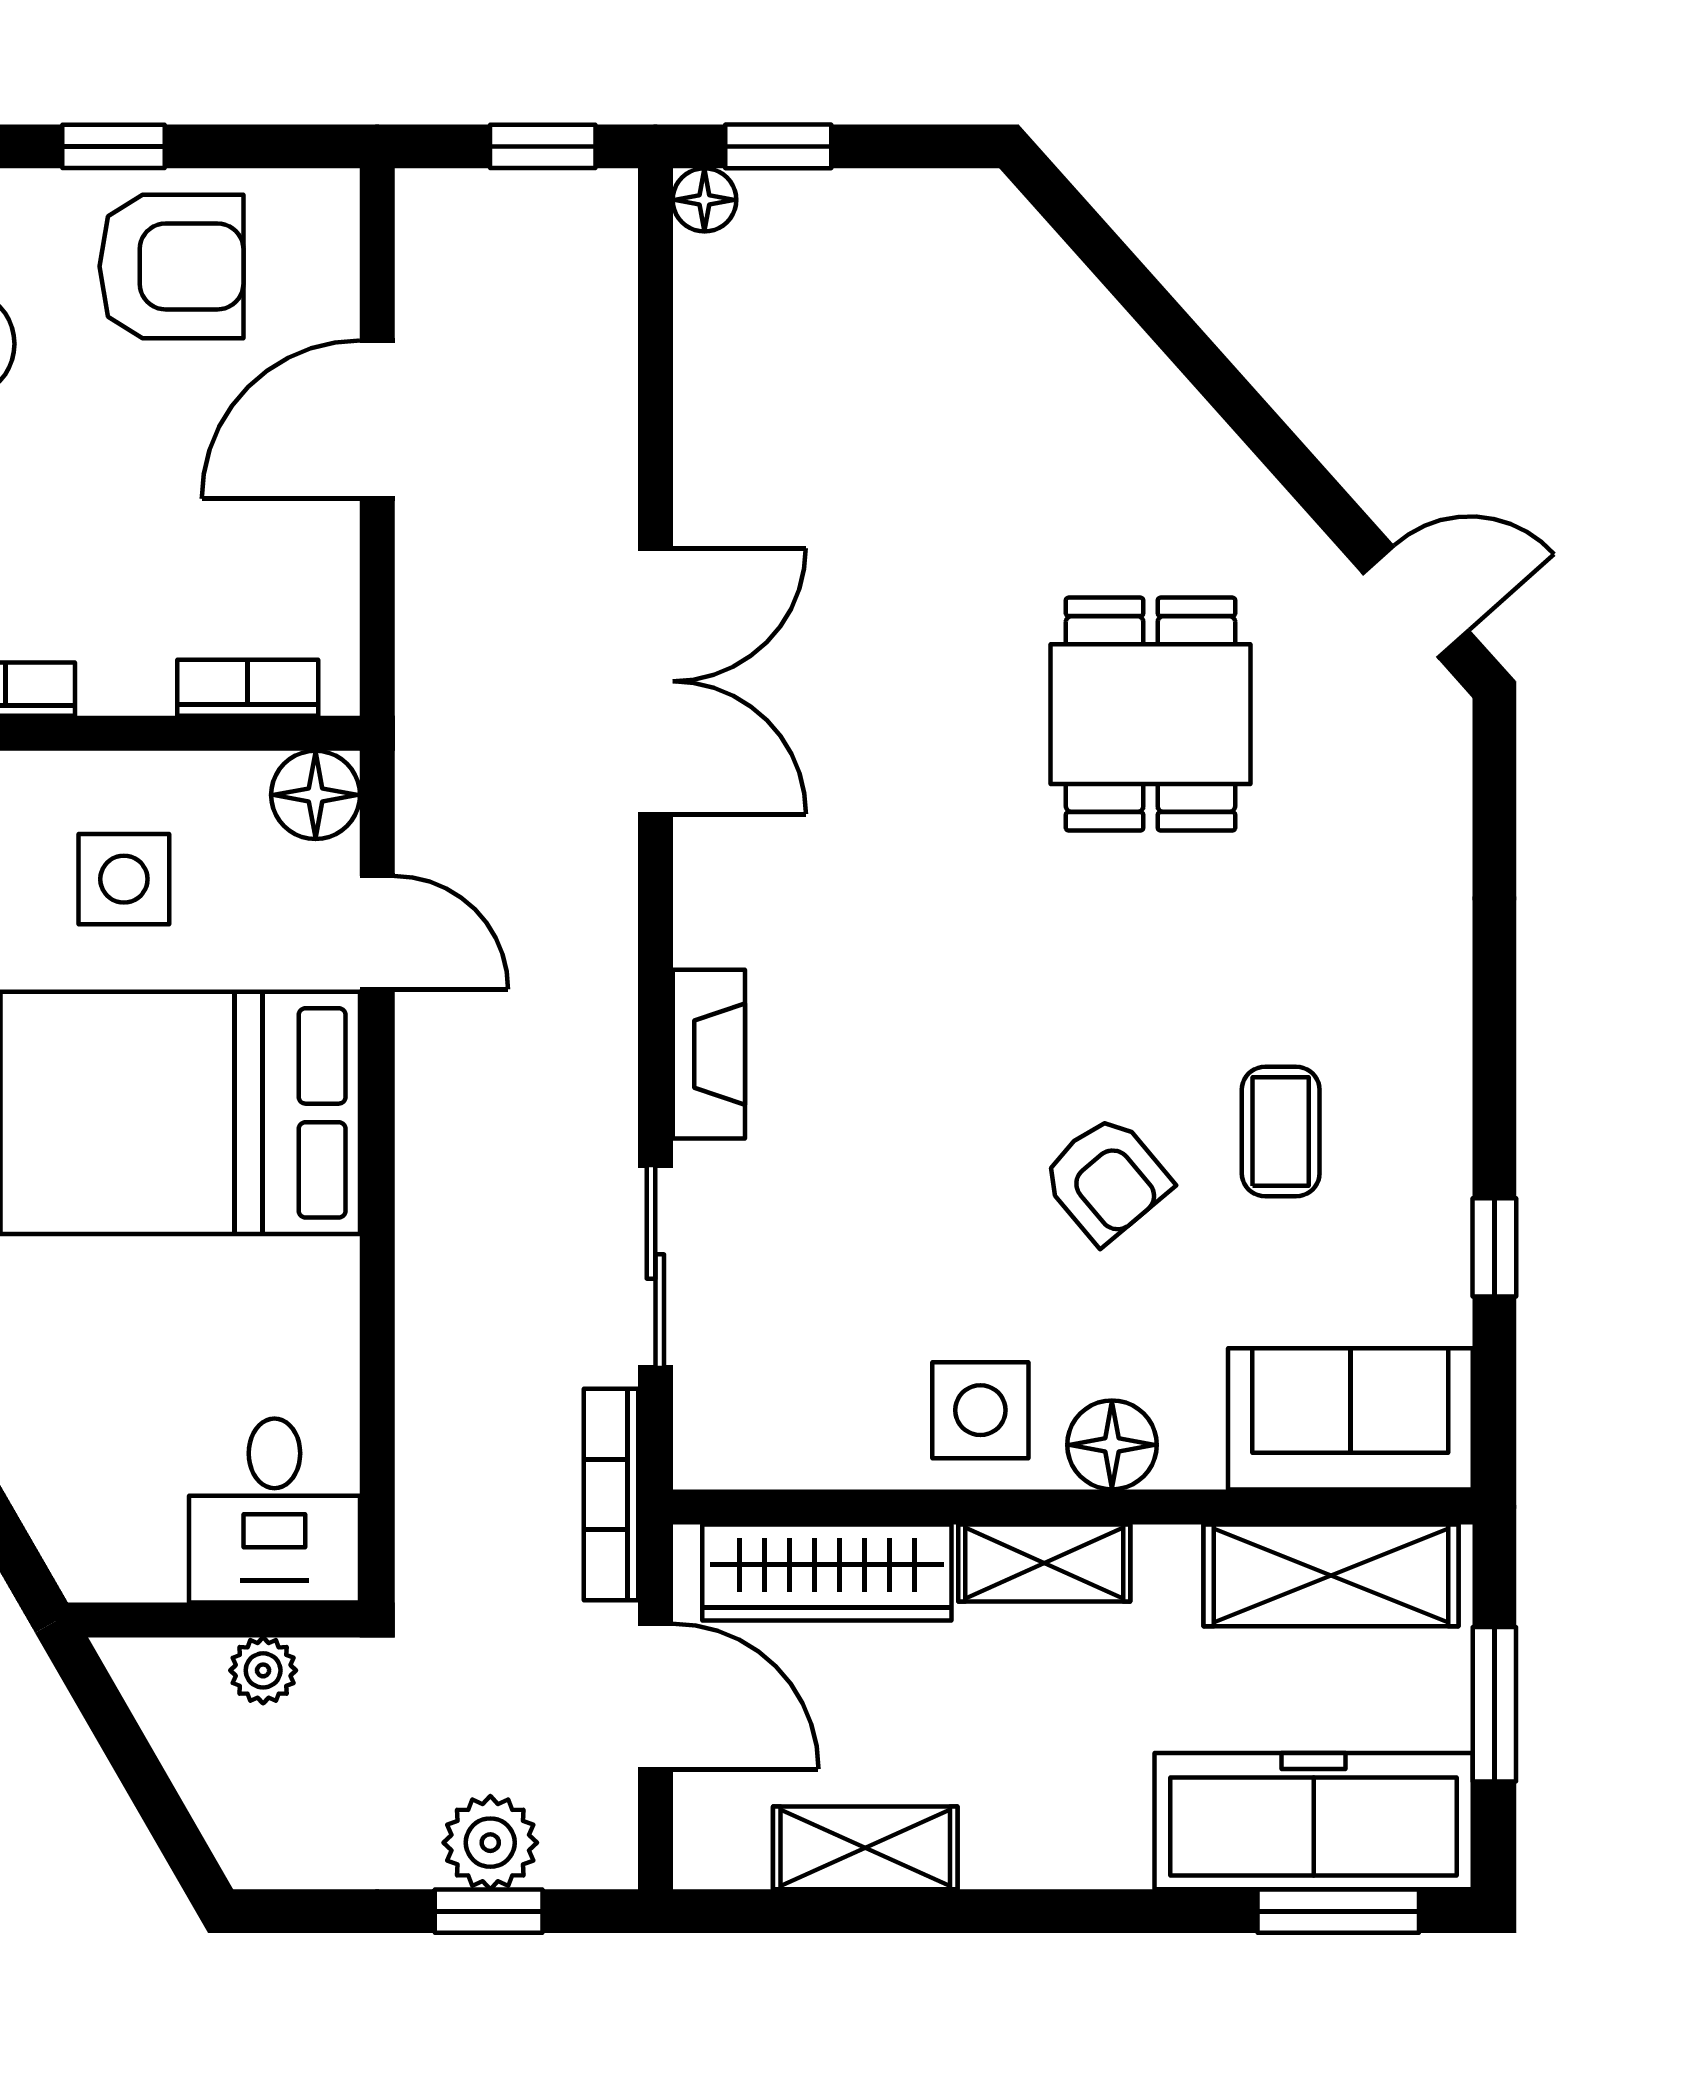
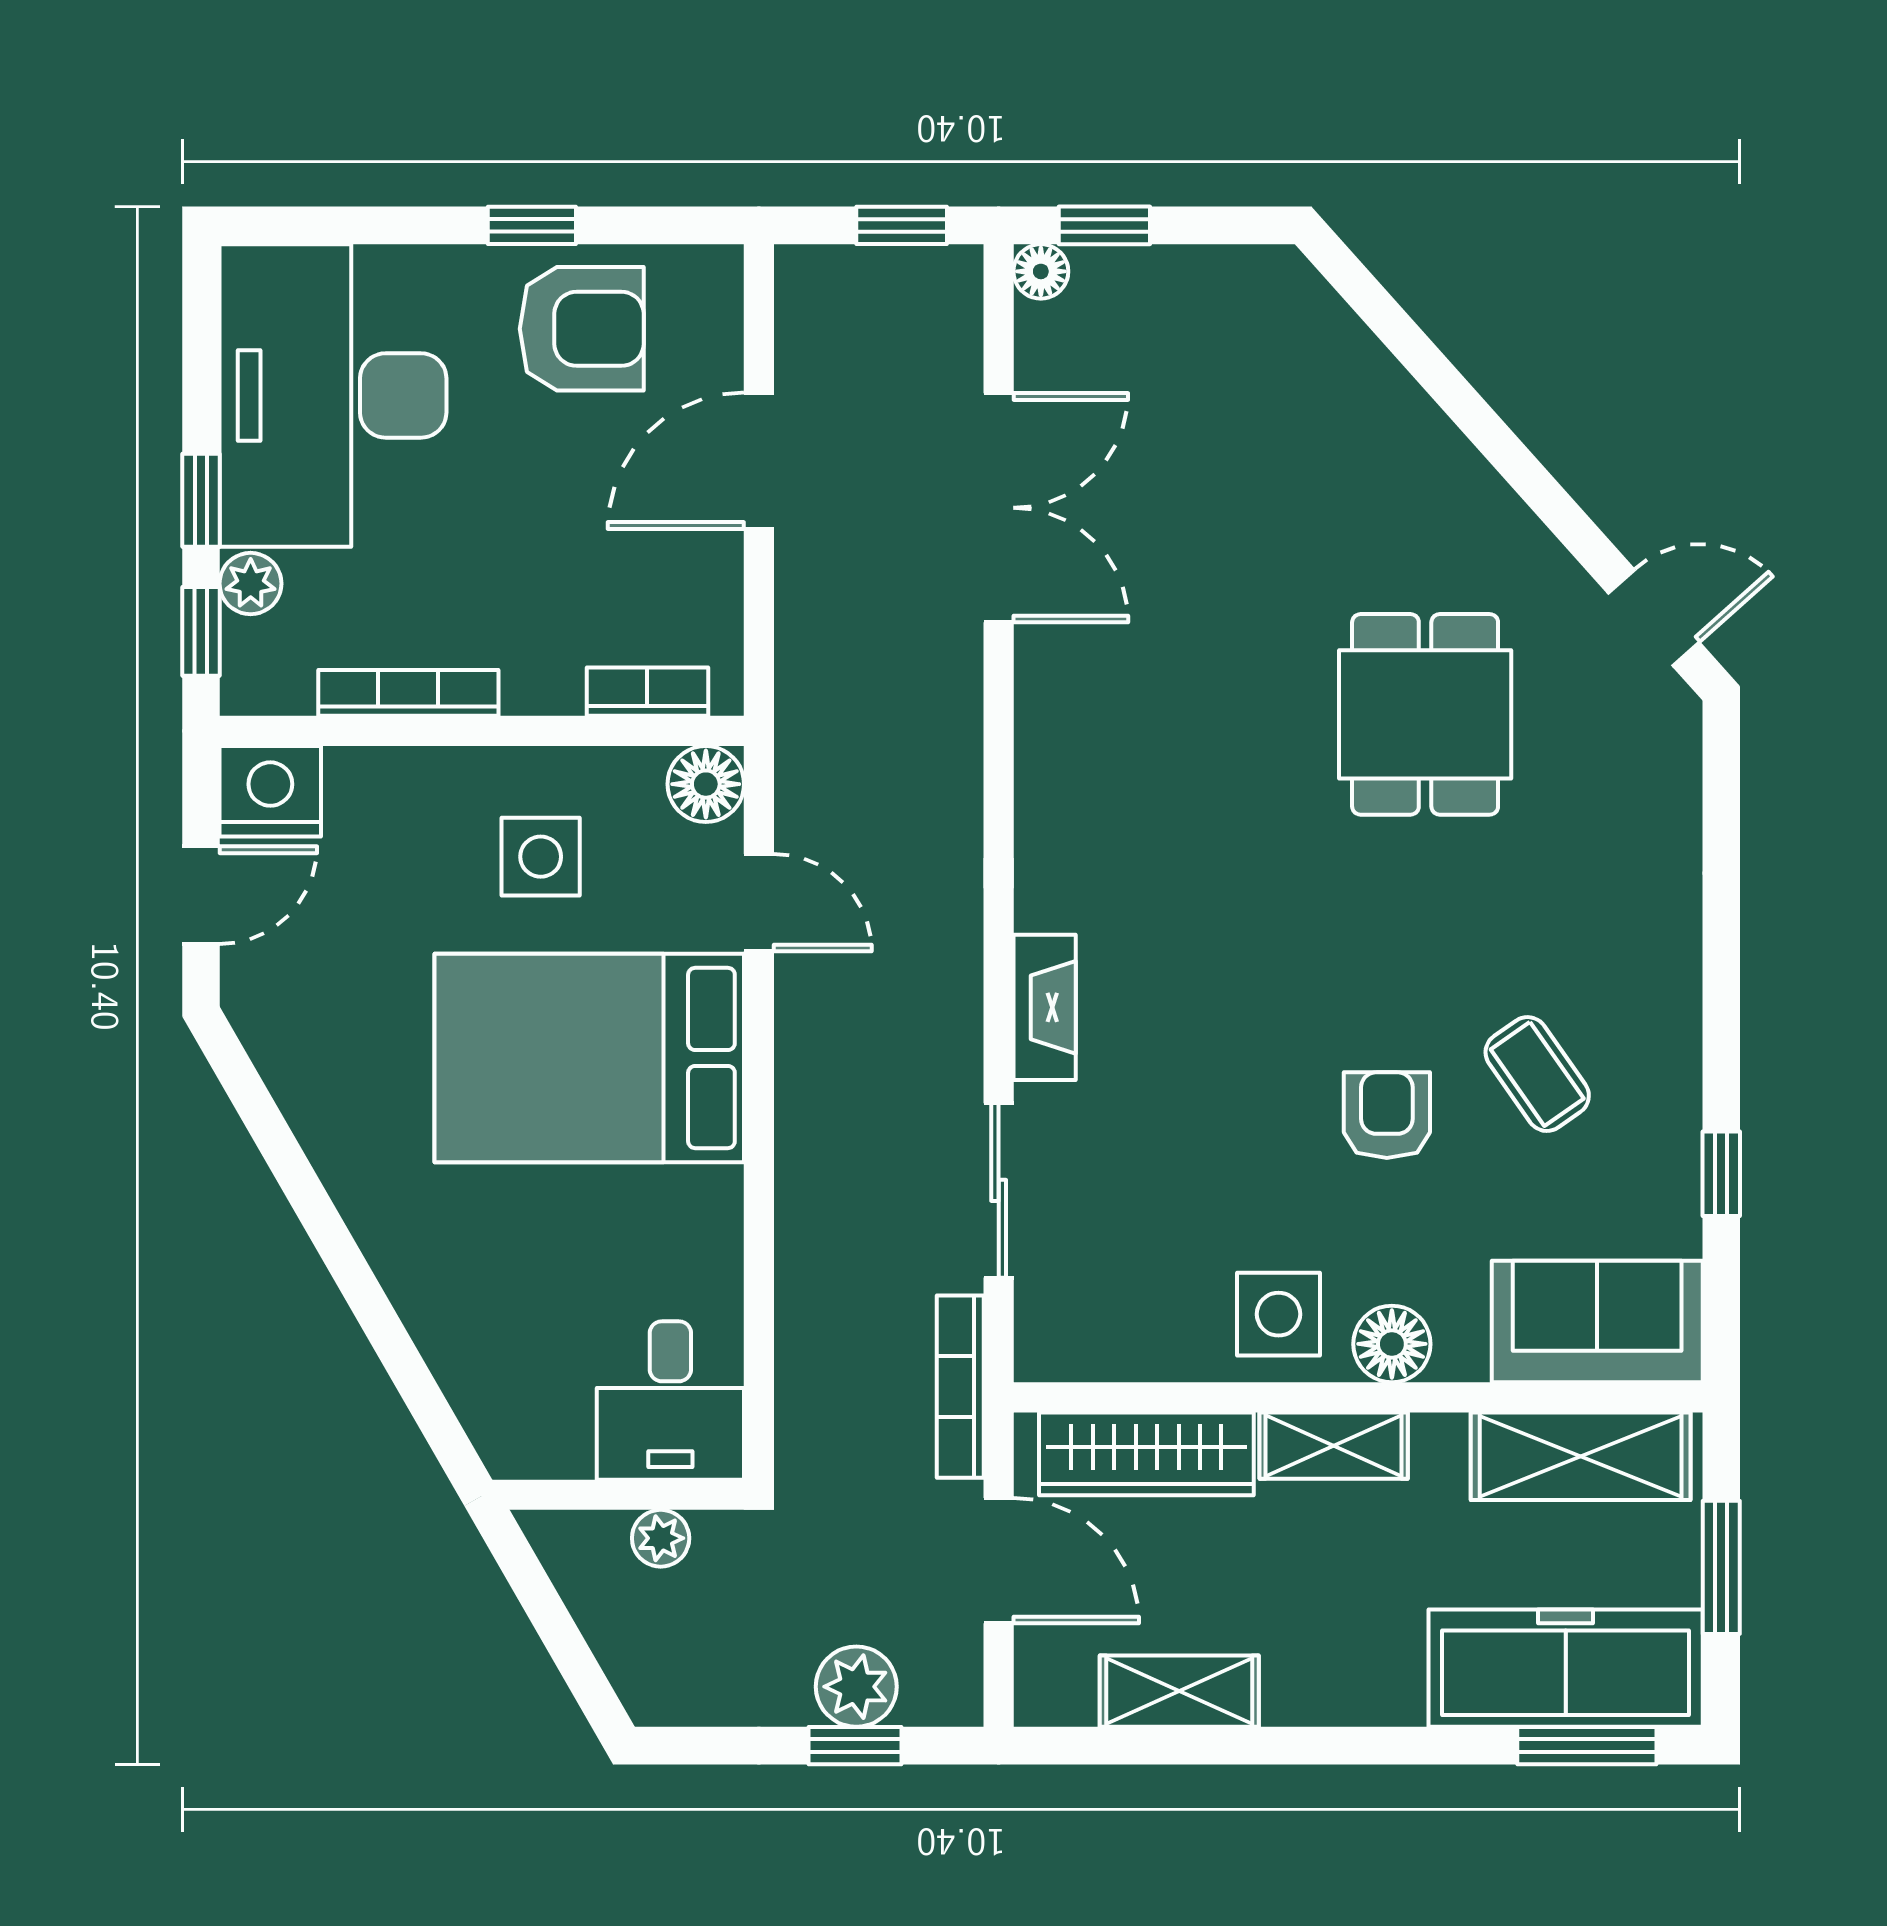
double door: (655, 681) -> (999, 508), moved
coffee table: (1281, 1132) -> (1537, 1074), turned -35
armchair: (1106, 1179) -> (1387, 1115), turned -140

